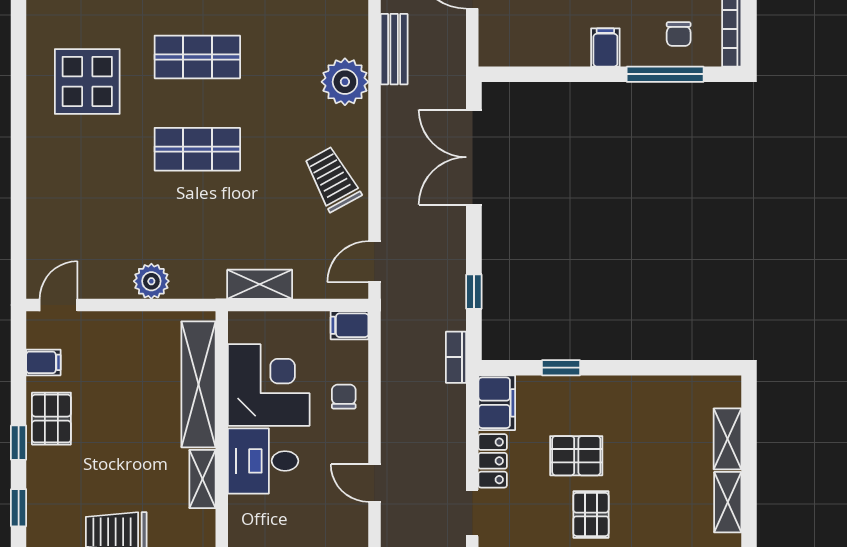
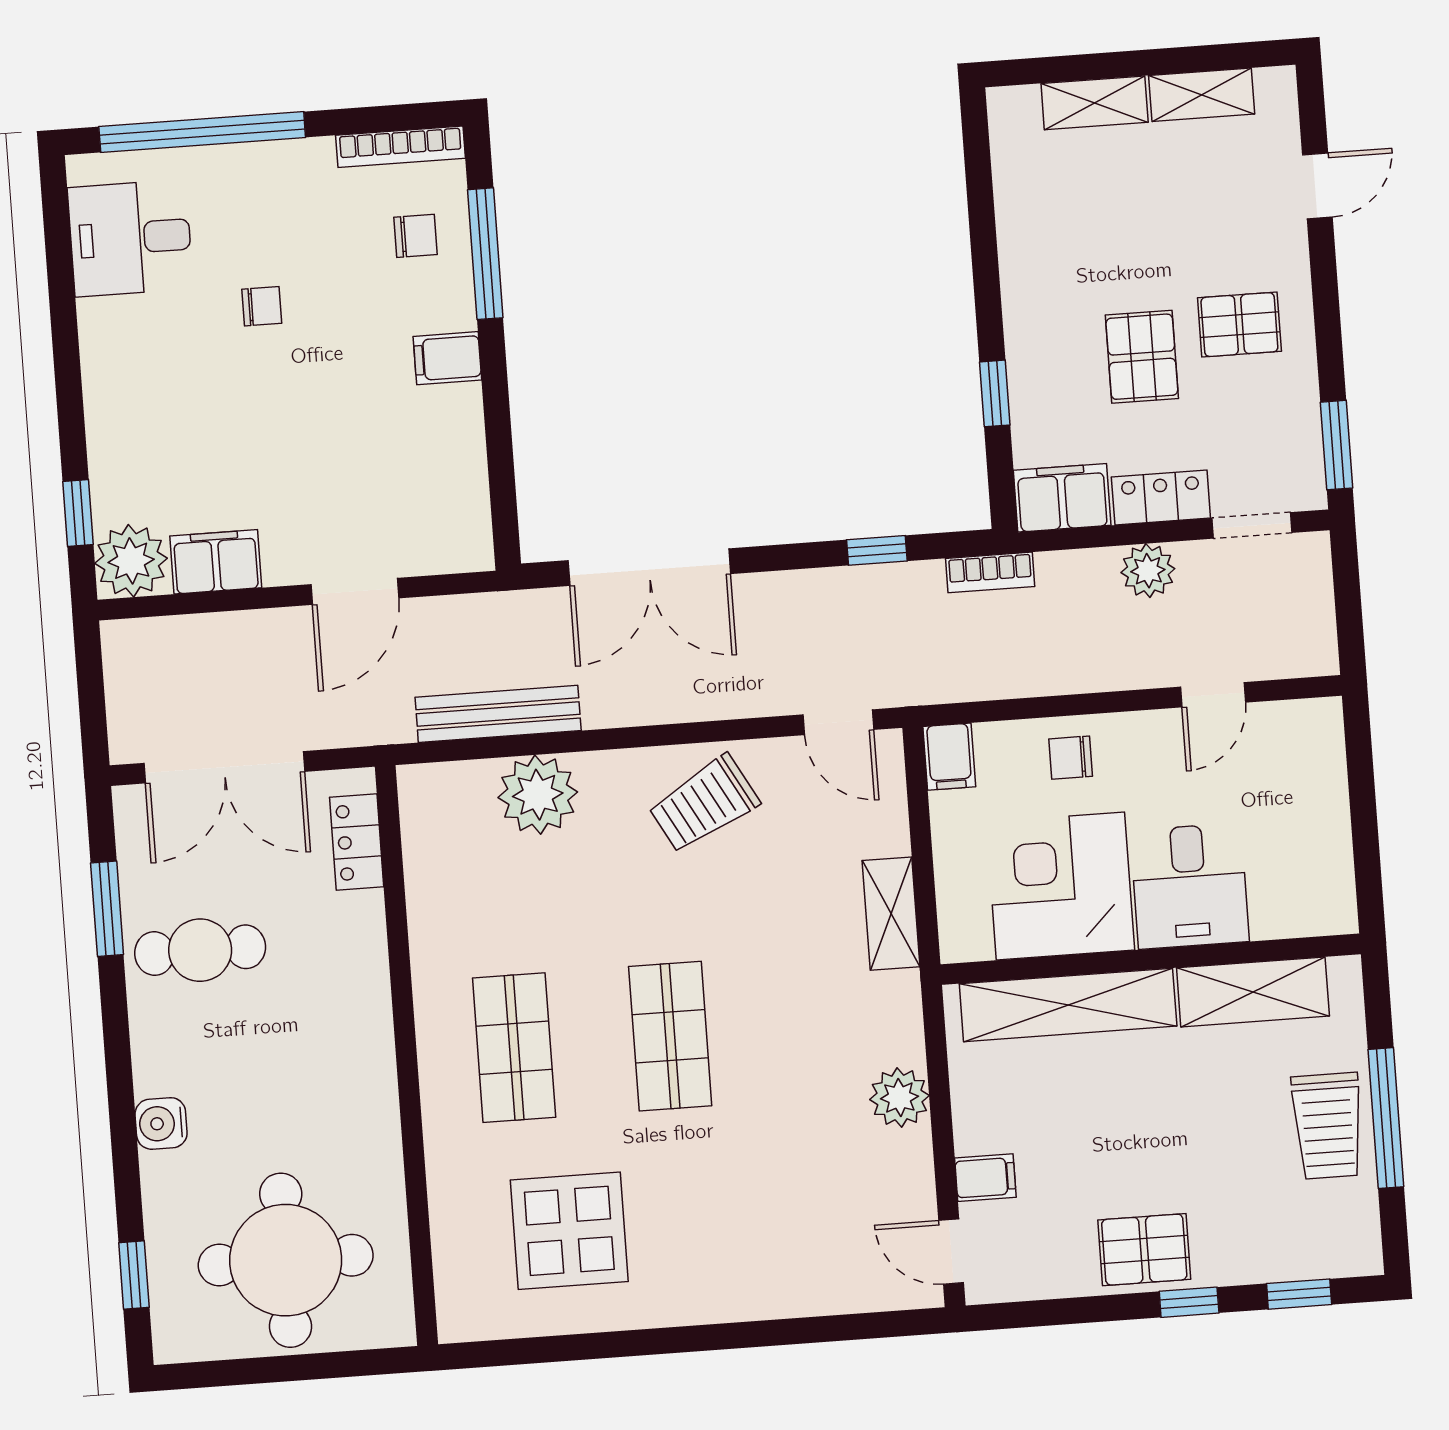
bench: (394, 49) -> (498, 714), width x1.36
filing cabinet: (43, 362) -> (985, 1178), moved, turned 90
plant: (450, 450) -> (1148, 571), added
shelving: (203, 479) -> (1253, 992), width x1.50, depth x1.33

